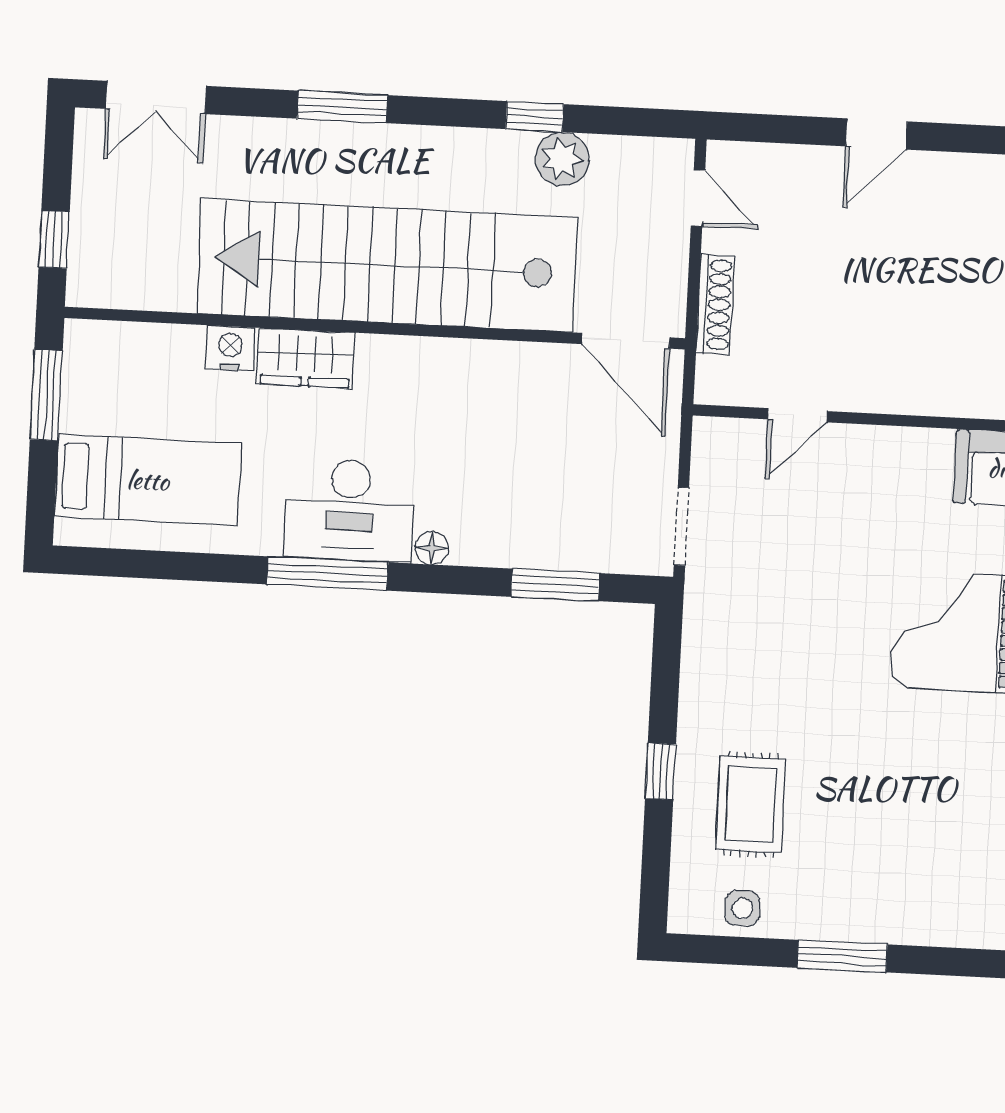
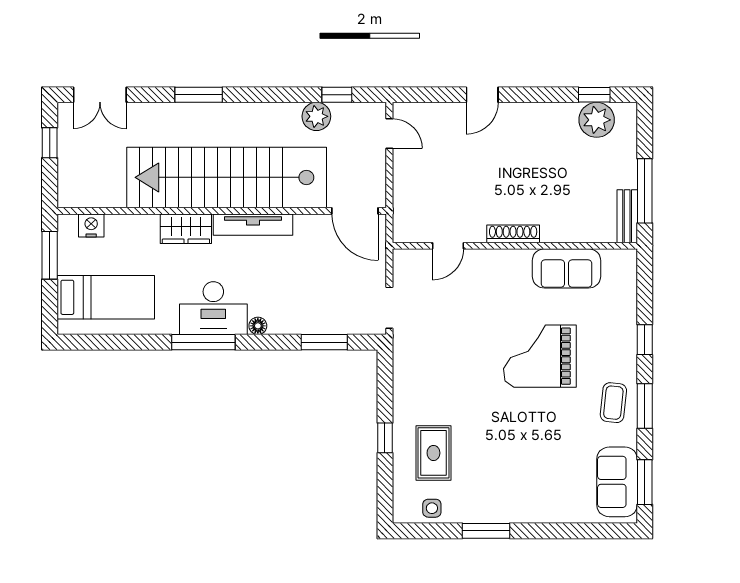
window: (535, 117) -> (337, 95), moved
window: (54, 240) -> (50, 143), moved
shoe rack: (715, 305) -> (513, 234), moved, turned -90
nightstand: (230, 348) -> (91, 226), moved
tv unit: (432, 357) -> (253, 225), added

